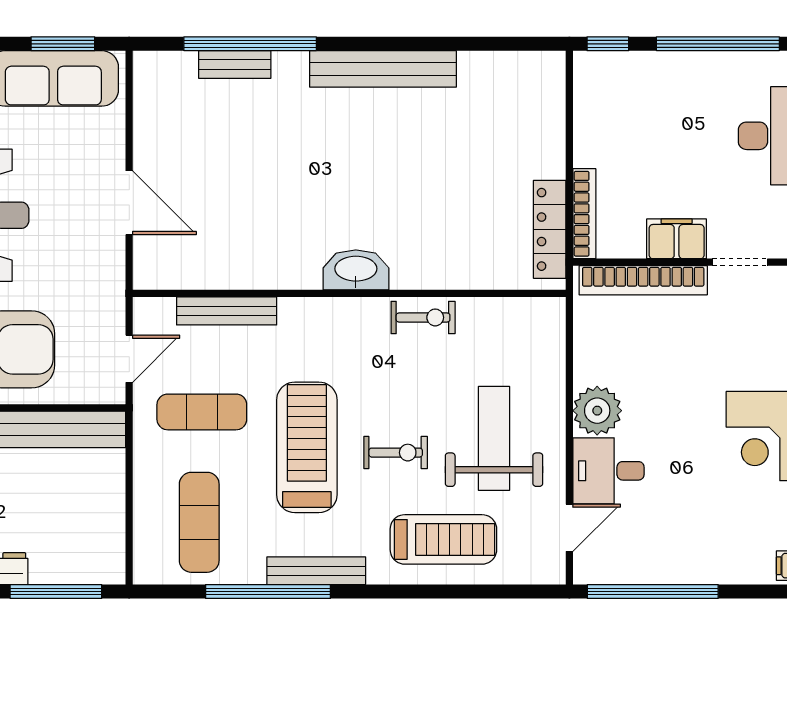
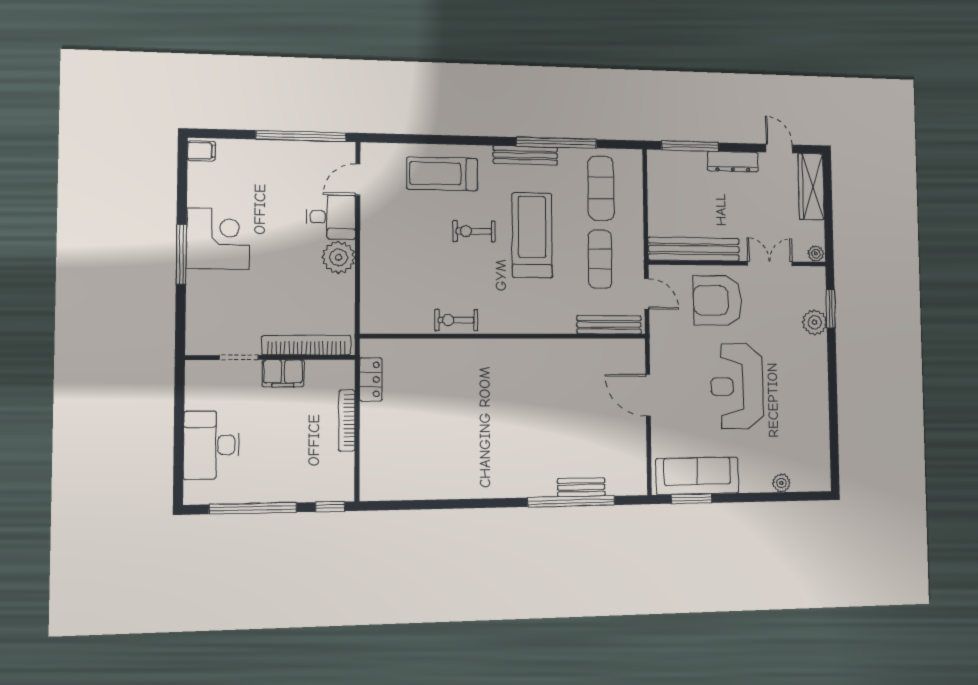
bench: (383, 69) -> (483, 486), removed
bookcase: (584, 214) -> (347, 420), moved
locker: (550, 229) -> (371, 379), width x0.66
washbasin: (356, 270) -> (501, 352), removed
bench: (227, 311) -> (609, 325), moved
door: (129, 359) -> (647, 294), swing flipped
exercise mat: (202, 412) -> (600, 259), turned 90
weight bench: (494, 438) -> (409, 240), removed
treadmill: (307, 447) -> (532, 235), turned 180

